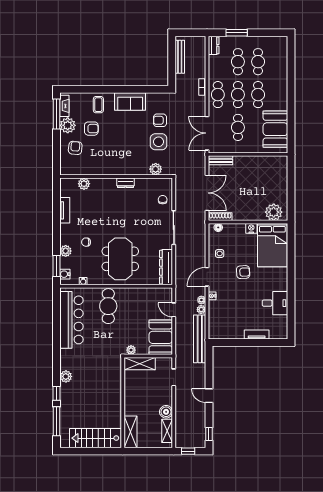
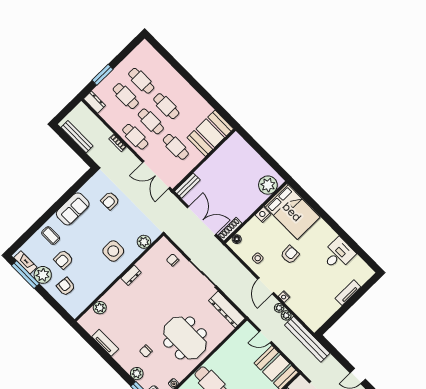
armchair: (91, 129) -> (63, 259), turned 180
booth: (275, 129) -> (210, 133), moved, turned 90
side table: (159, 142) -> (113, 251), moved

